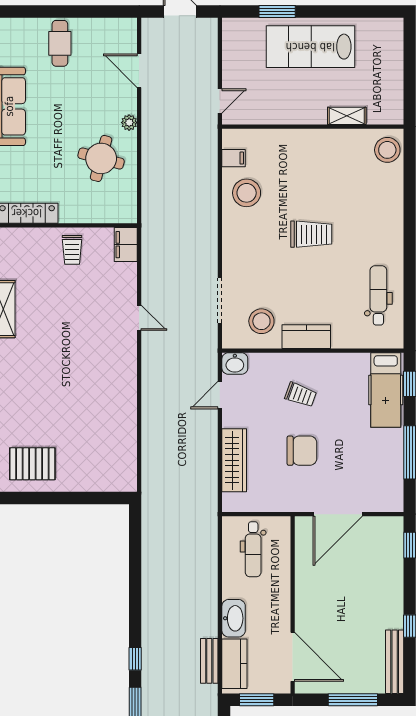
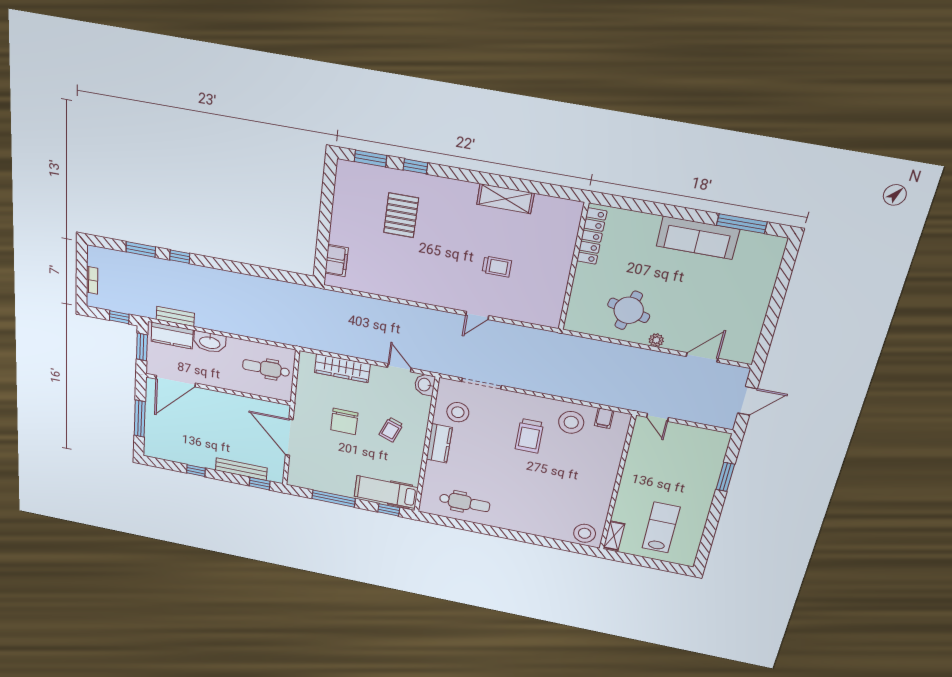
cafe table: (60, 43) -> (746, 294), removed
lab bench: (310, 47) -> (661, 528), moved, width x0.73, depth x0.72
shelving: (347, 116) -> (614, 536), moved
trolley: (311, 234) -> (529, 436), moved
filing cabinet: (126, 245) -> (337, 260), moved, turned 90
trolley: (72, 250) -> (497, 267), moved, turned 180
pallet: (32, 464) -> (401, 215), moved
bench: (395, 662) -> (241, 469), moved

